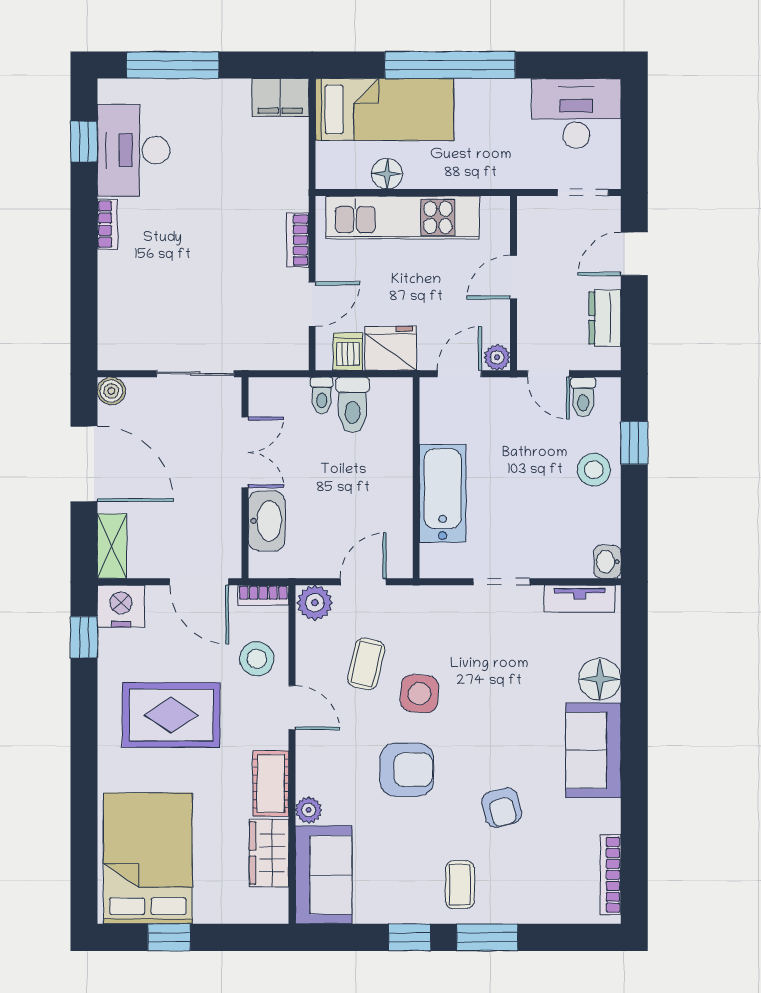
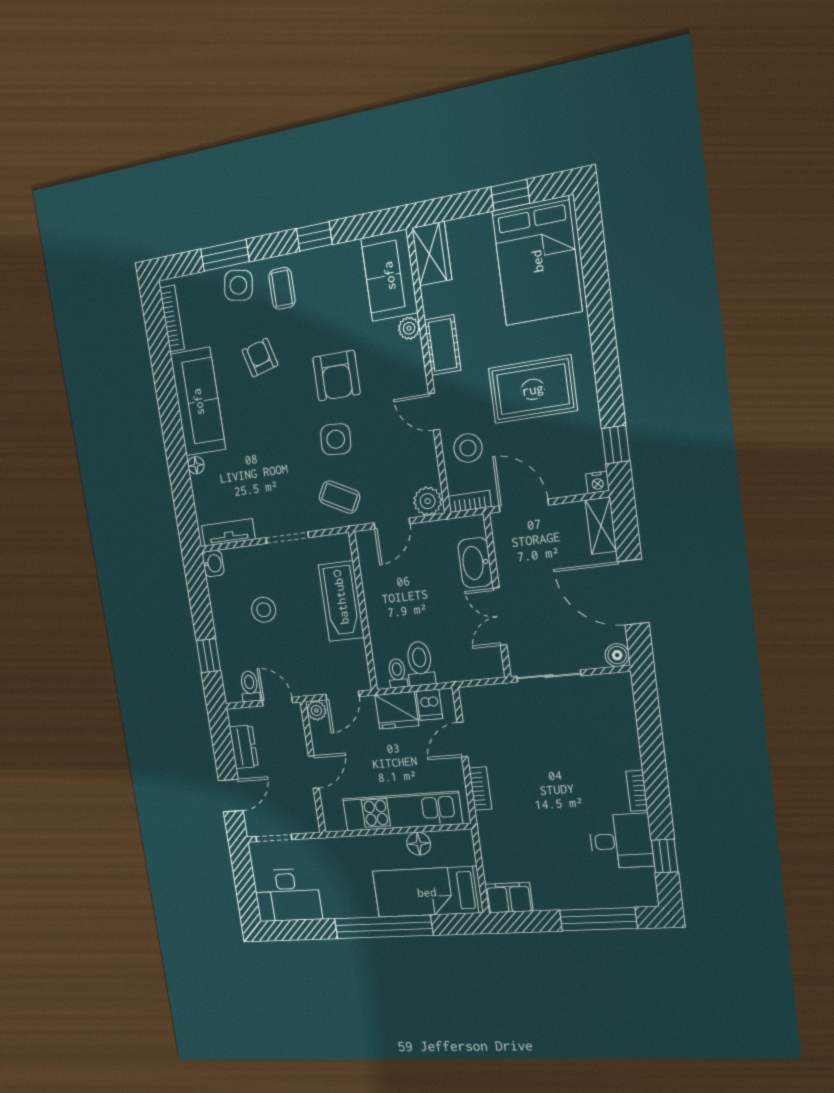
desk: (134, 150) -> (621, 841), width x0.73
toilet: (322, 395) -> (397, 673), moved
stool: (594, 470) -> (264, 610), moved
nightstand: (121, 606) -> (598, 482), width x0.53, depth x0.56
coffee table: (366, 664) -> (340, 497), moved, turned -75
floor lamp: (600, 679) -> (196, 465), width x0.53, depth x0.53
sofa: (593, 750) -> (198, 402), width x1.36
armchair: (407, 770) -> (336, 376), turned -90
wardrobe: (269, 853) -> (432, 254), moved
side table: (516, 899) -> (238, 285), added
window: (487, 937) -> (225, 255), moved

